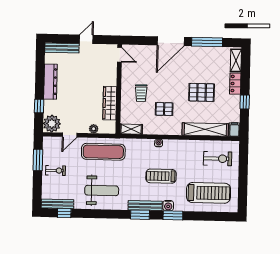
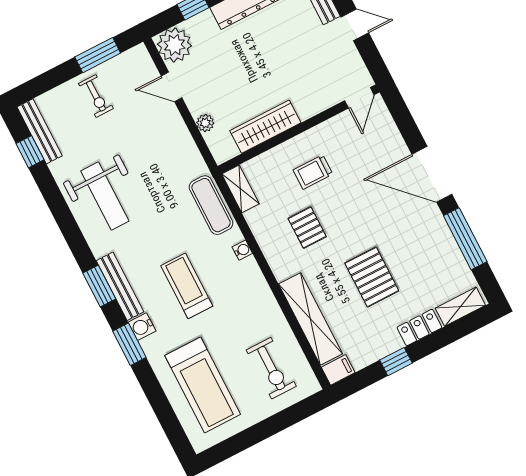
exercise mat: (103, 152) -> (211, 205), moved, width x0.73, depth x0.69

